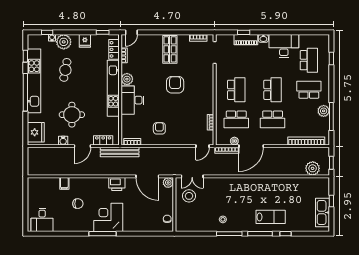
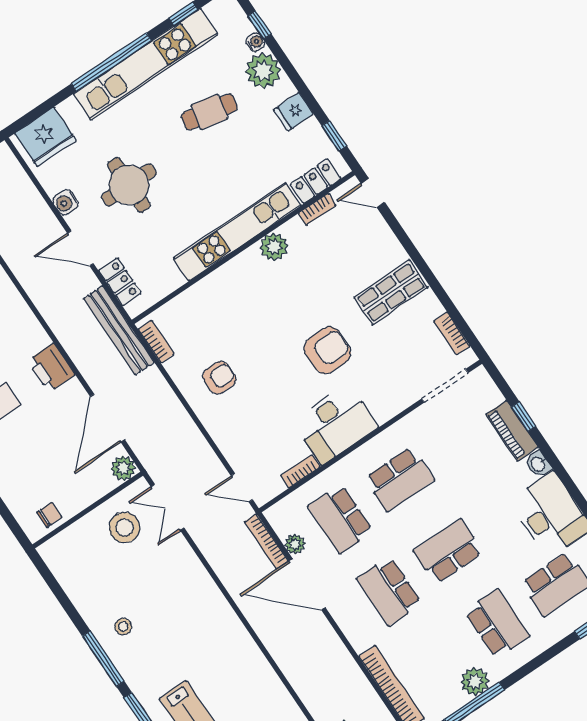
school desk: (273, 90) -> (448, 551), turned 180
desk: (132, 100) -> (335, 424), moved, turned 180

